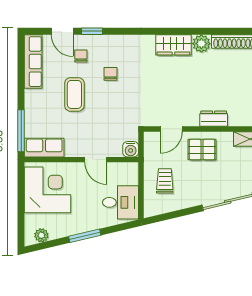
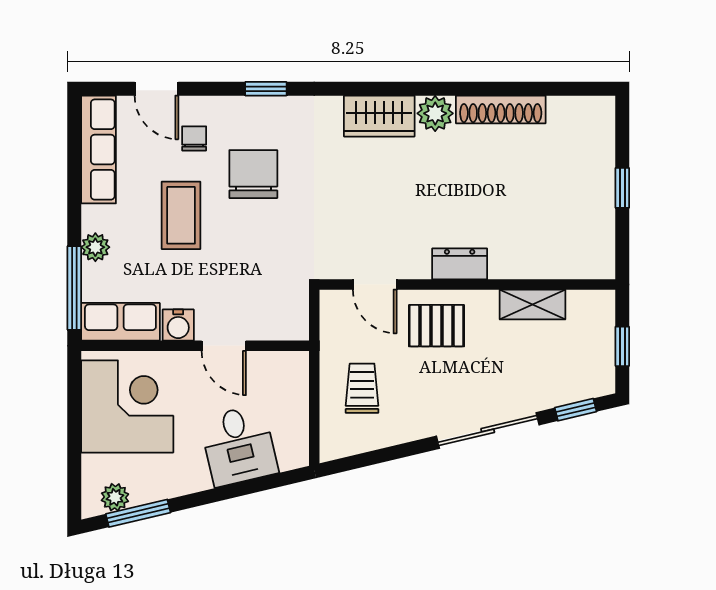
window: (92, 31) -> (266, 89), moved
chair: (111, 74) -> (253, 174), width x1.87, depth x1.87
plant: (32, 110) -> (95, 247), added
door: (171, 129) -> (375, 284), hinge flipped
water cooler: (131, 149) -> (178, 325), moved
desk: (120, 202) -> (239, 445), moved, turned 77
window: (85, 236) -> (138, 513), moved

